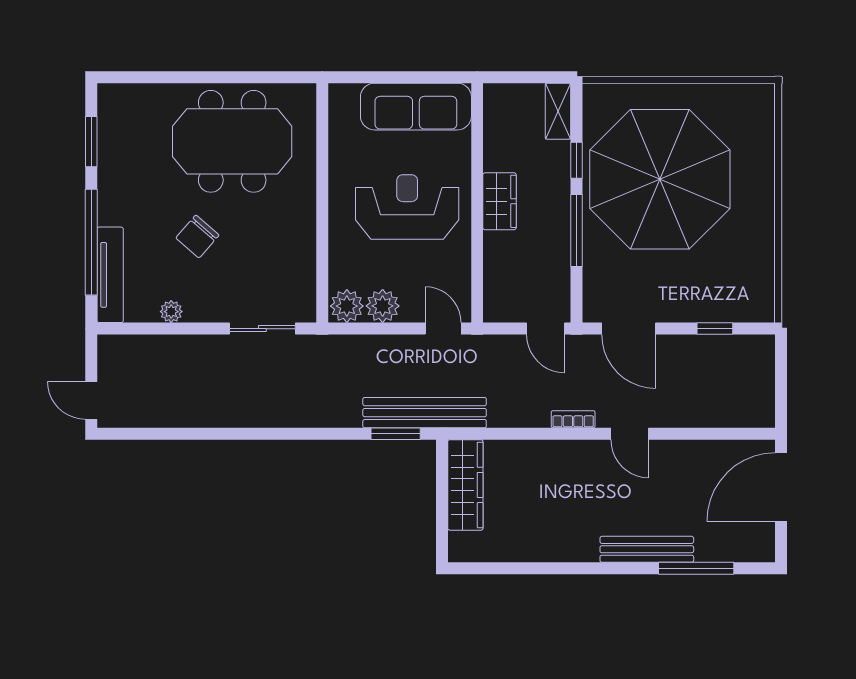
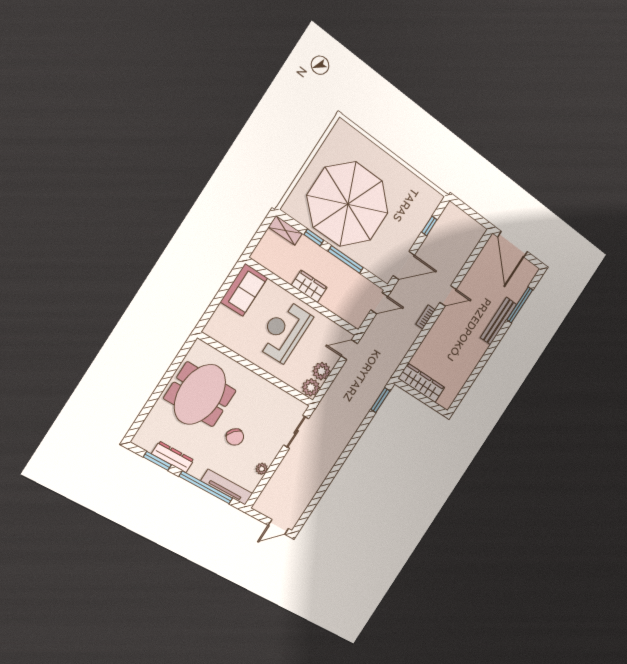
sofa: (416, 107) -> (244, 290), width x0.73
dresser: (111, 161) -> (173, 457), added
bench: (425, 413) -> (380, 381), removed

